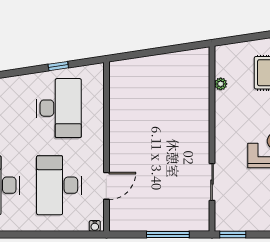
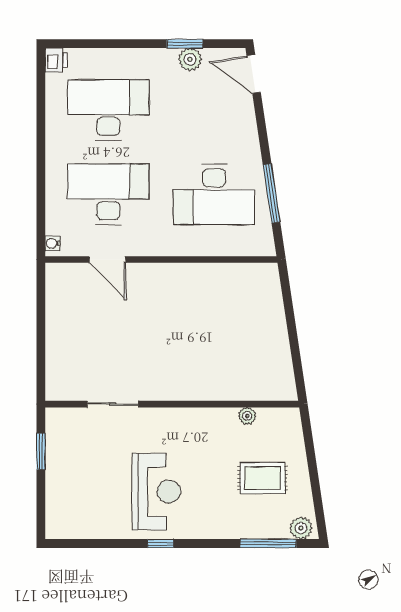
window: (58, 66) -> (272, 193), width x2.17
window: (168, 234) -> (41, 344), removed
window: (233, 234) -> (41, 451), moved

